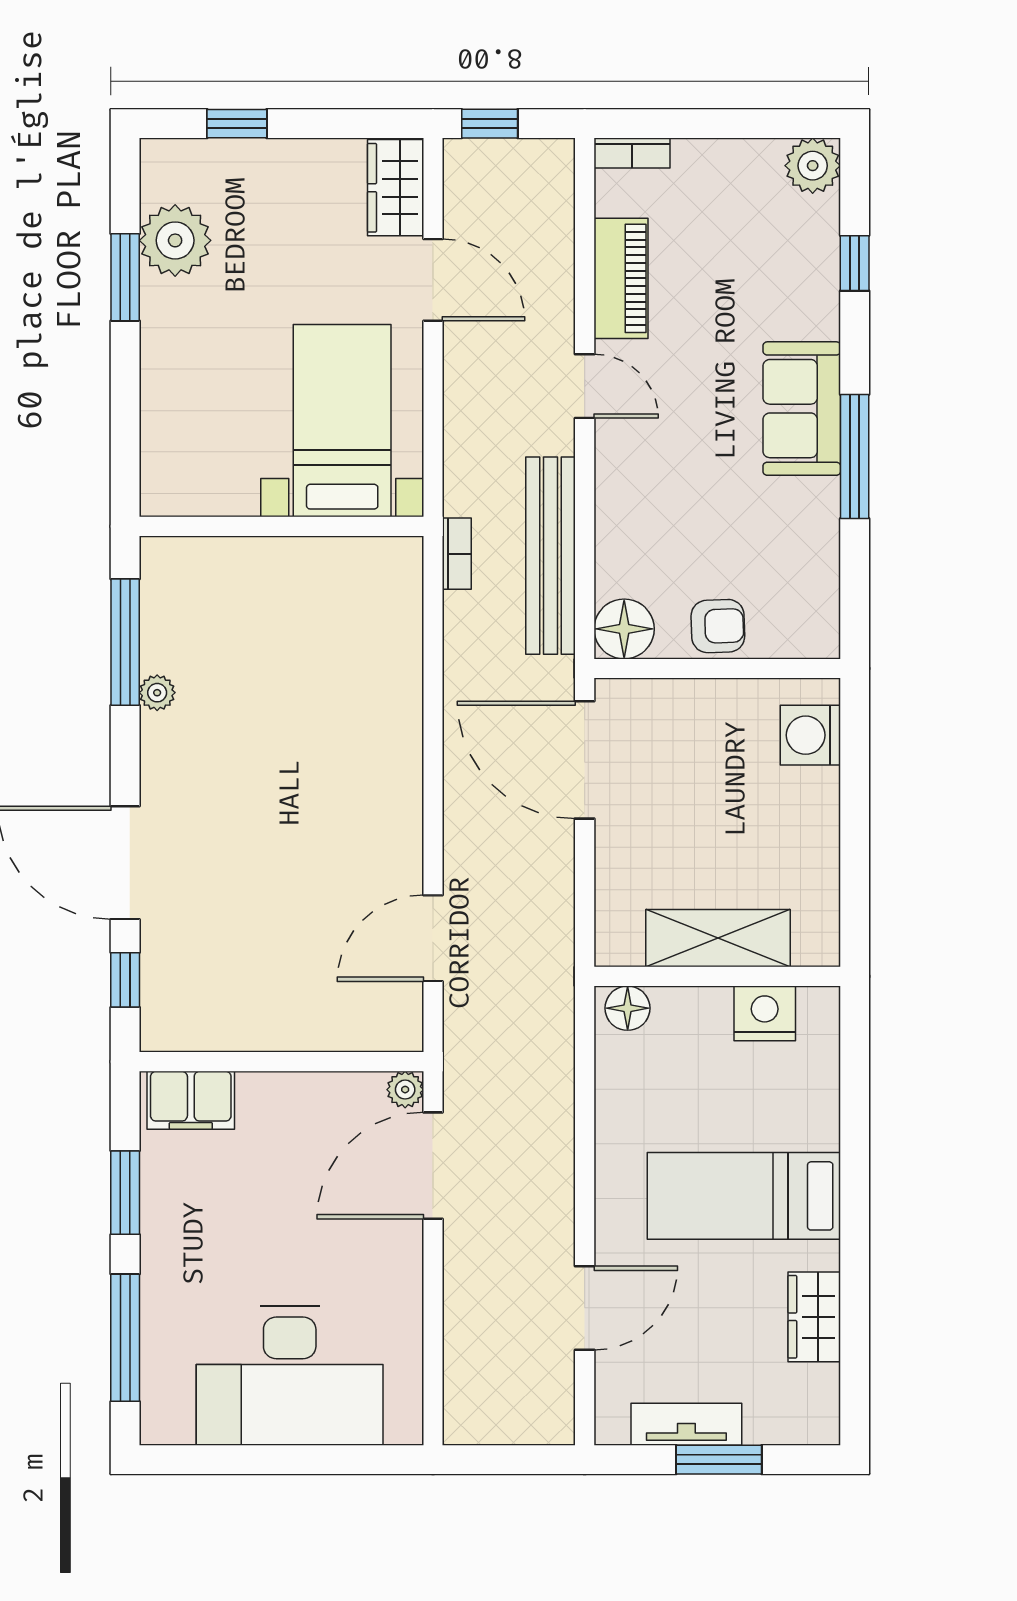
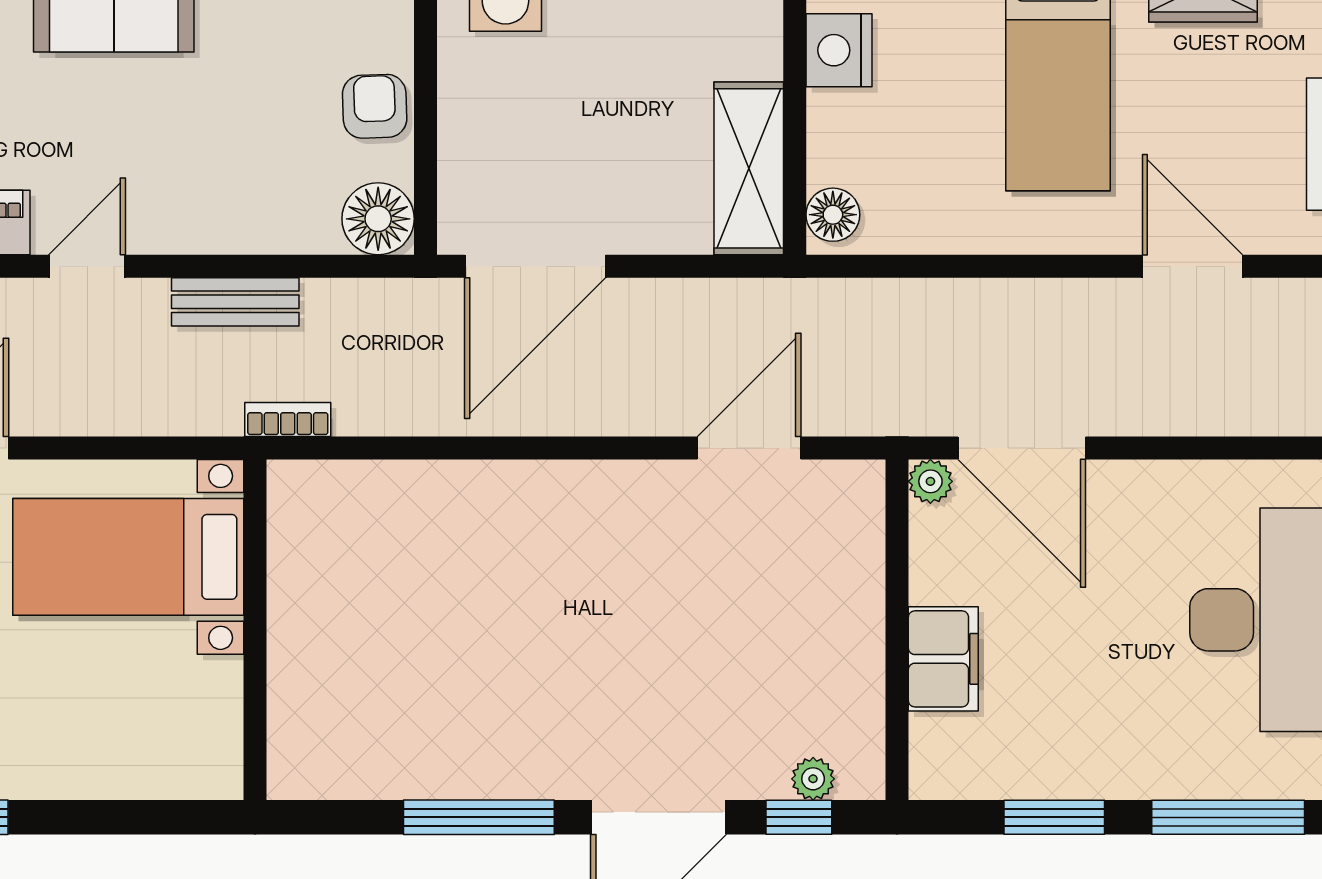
bench: (551, 556) -> (235, 302), width x0.54, depth x0.82
window: (125, 642) -> (479, 817), moved
plant: (157, 693) -> (813, 779), moved
door: (433, 938) -> (749, 448), swing flipped
shelving: (718, 938) -> (749, 168), moved
filing cabinet: (191, 1100) -> (943, 659), moved

